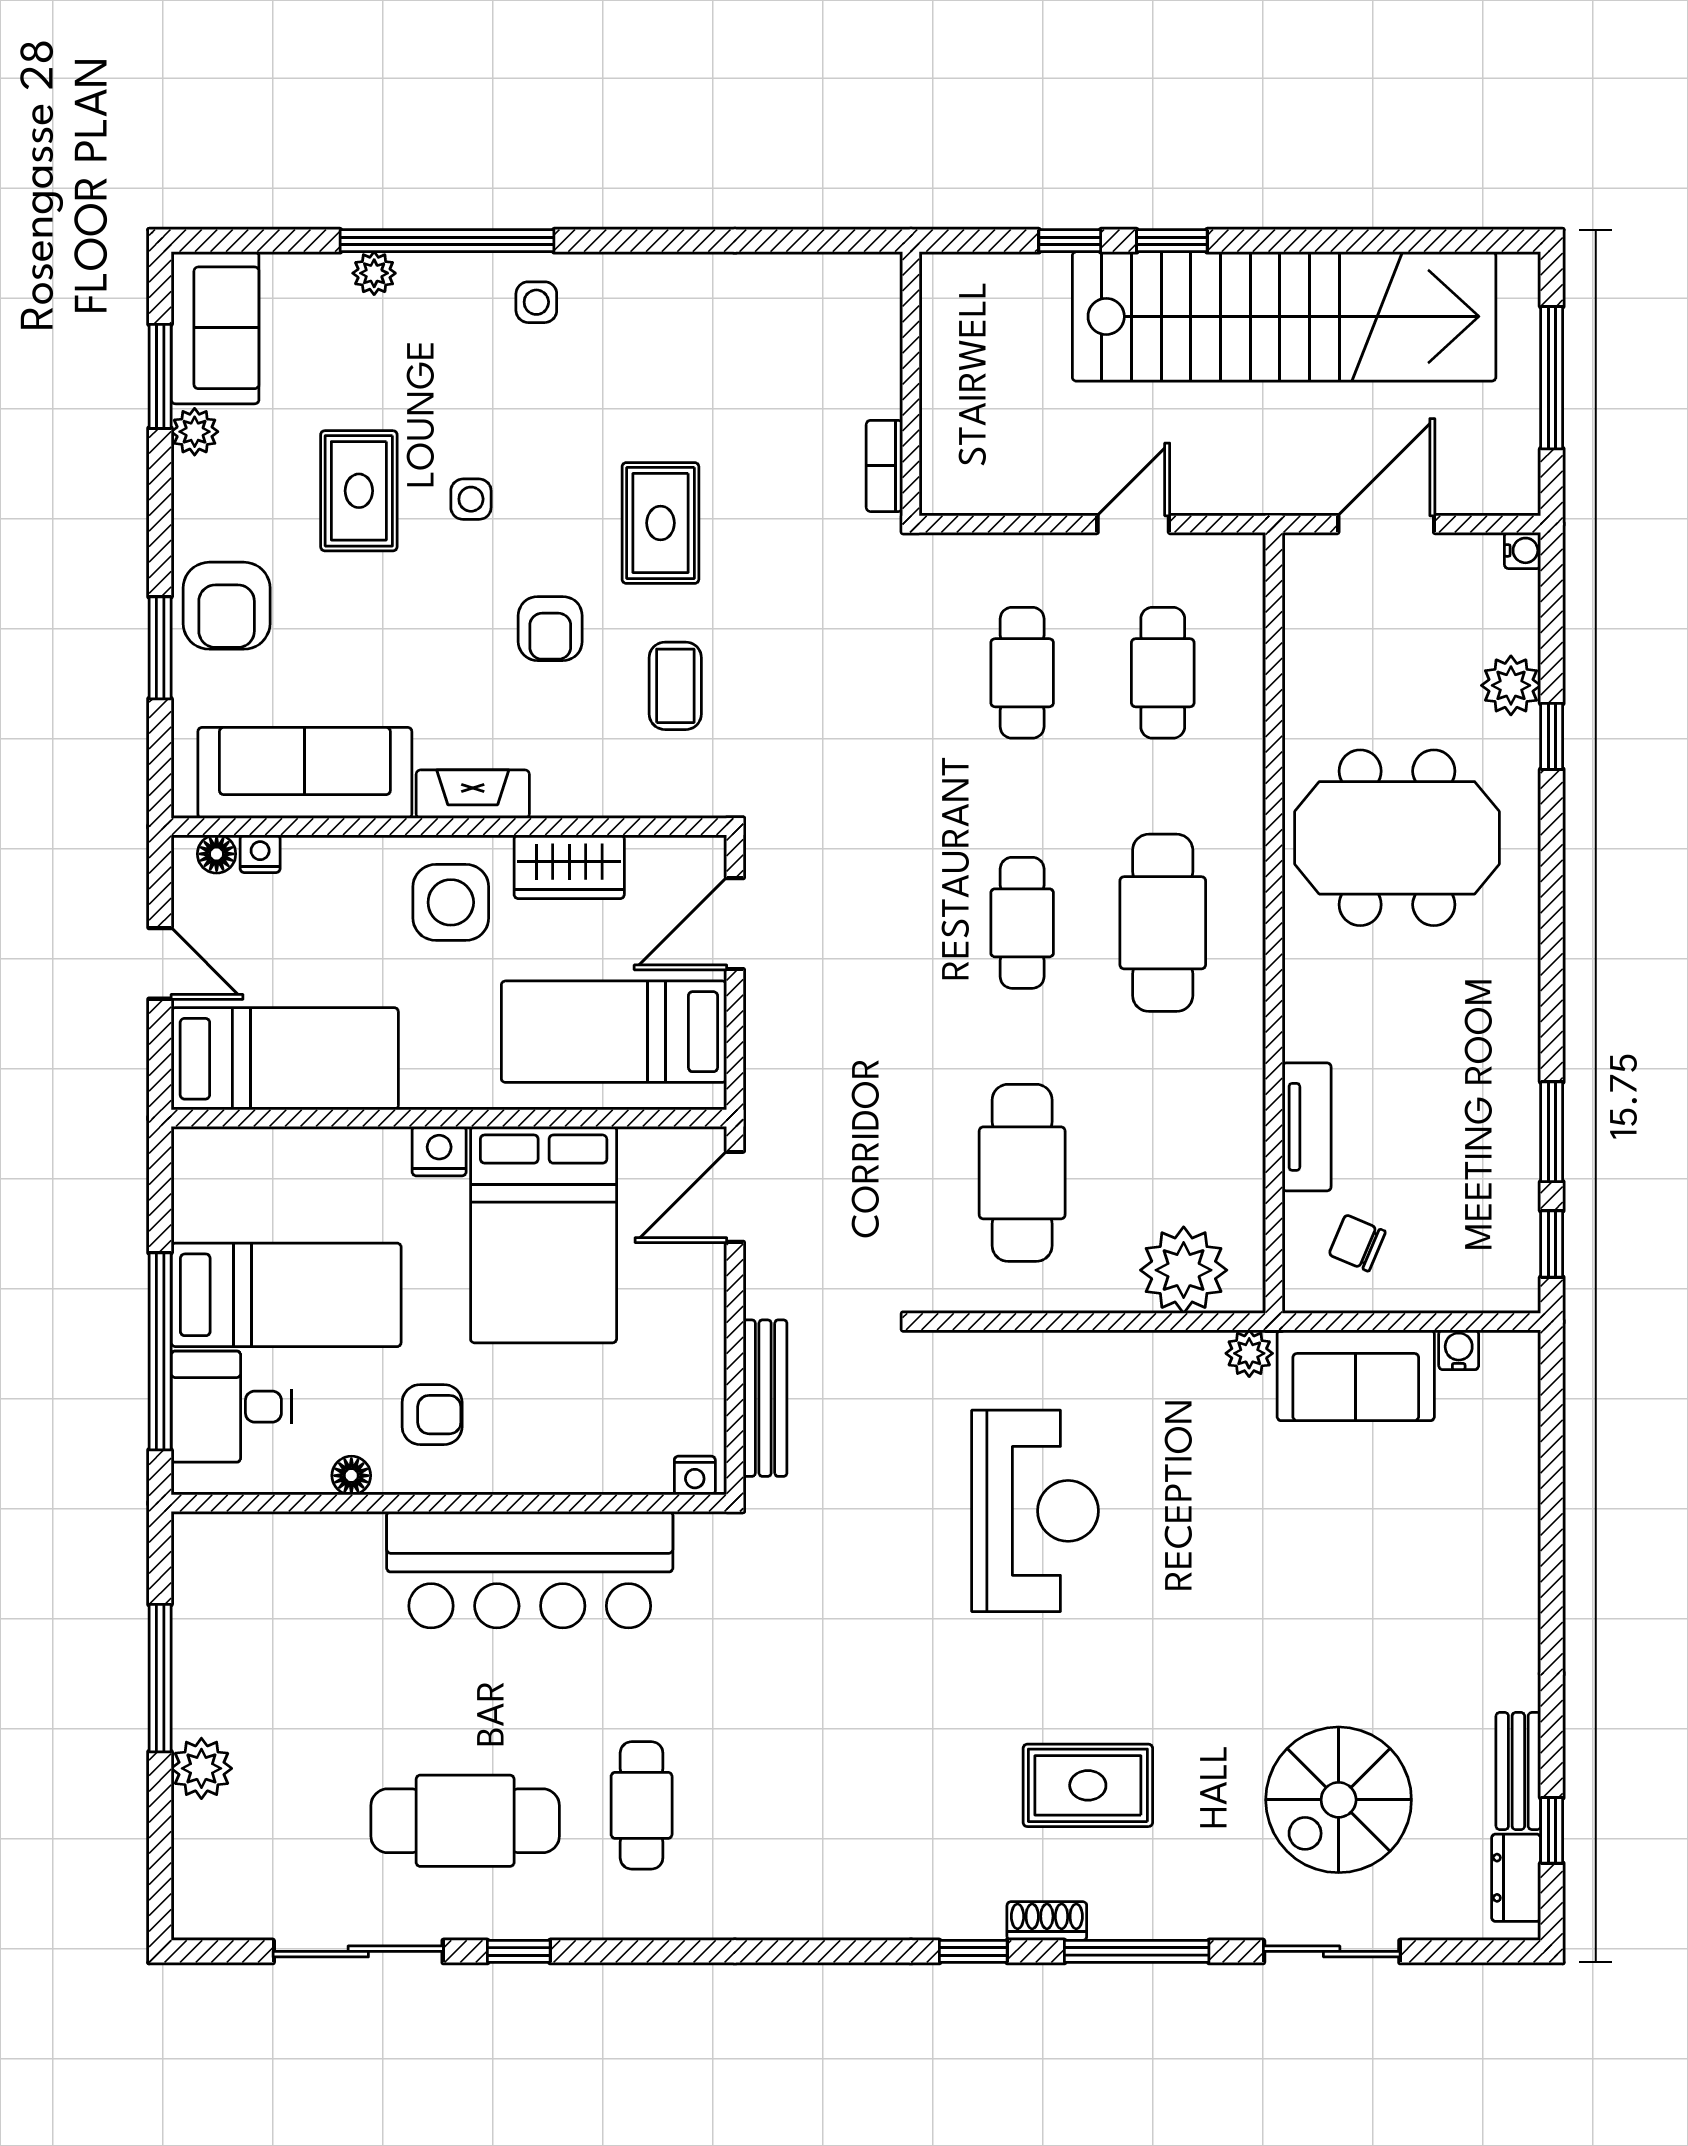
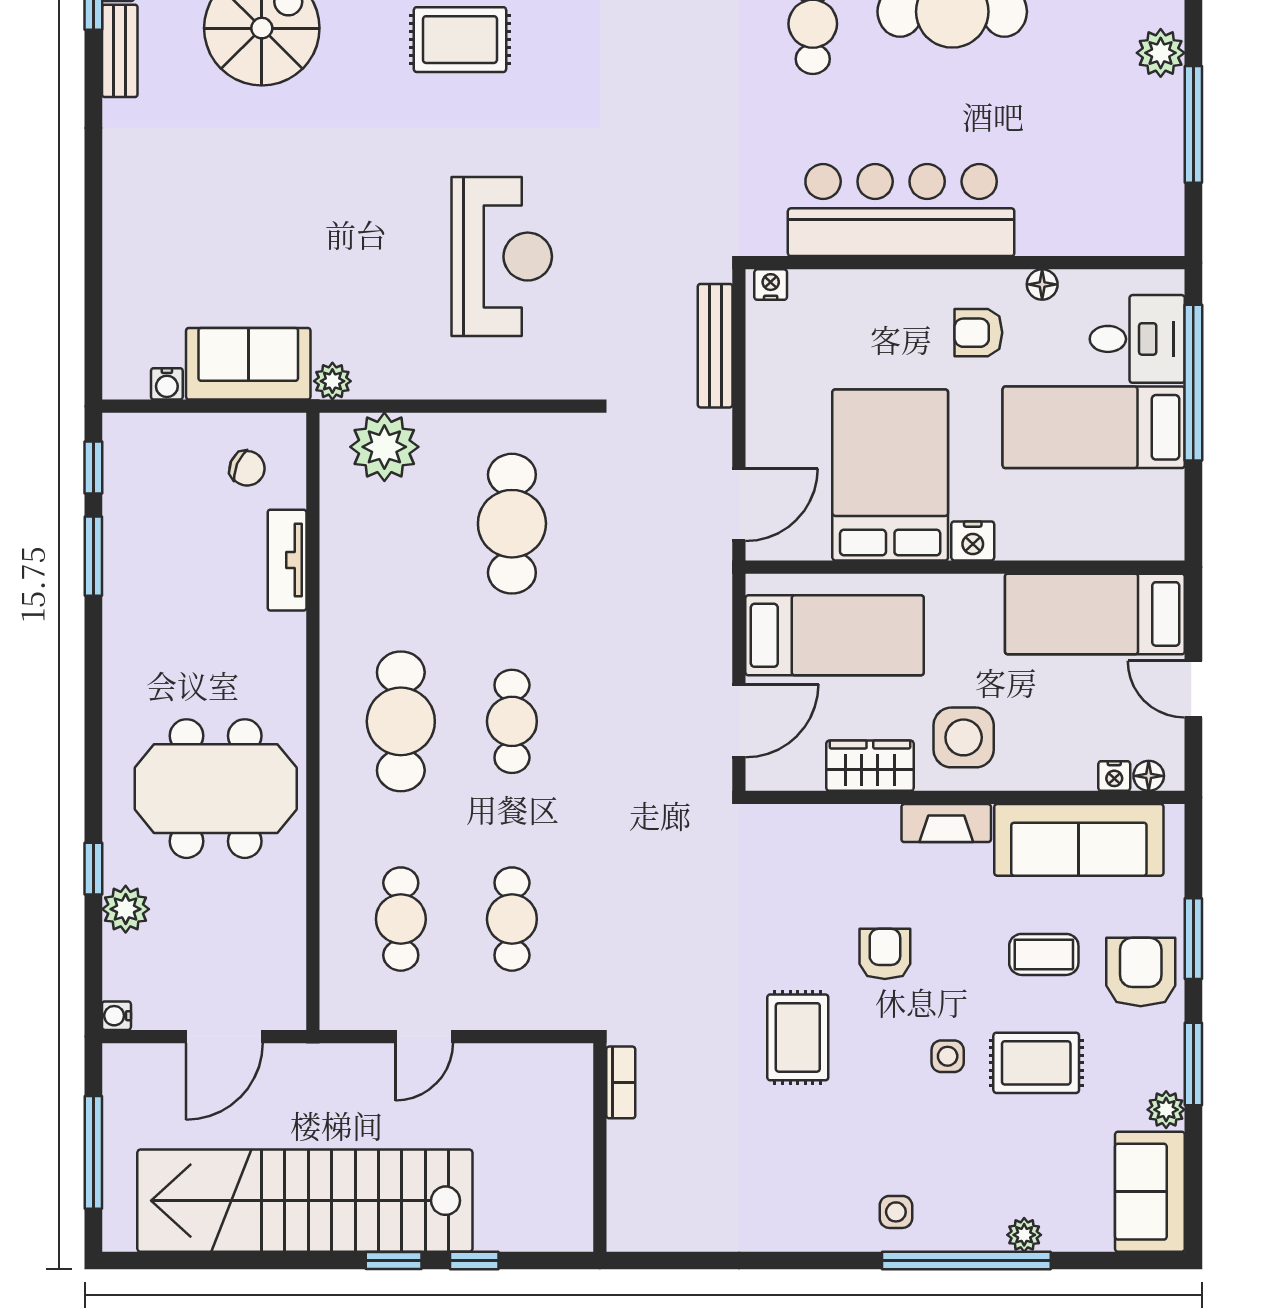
window: (160, 376) -> (1193, 1064), moved
rug: (359, 491) -> (1036, 1063), turned 90
coffee table: (675, 686) -> (1044, 954), moved, turned 90
reception desk: (1035, 1511) -> (502, 257), turned 180

